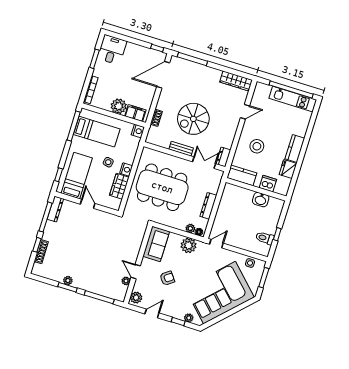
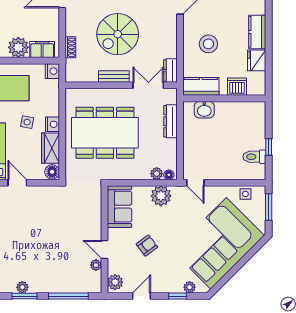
washbasin: (261, 200) -> (204, 110), moved
floor lamp: (115, 204) -> (52, 172), added
dresser: (208, 206) -> (171, 121), moved
door: (216, 244) -> (195, 183), swing flipped

